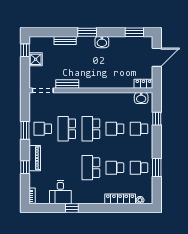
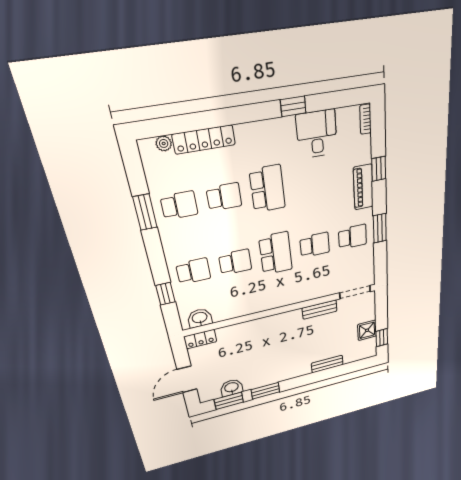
window: (87, 32) -> (265, 391), moved
washbasin: (102, 42) -> (232, 388), moved
school desk: (67, 129) -> (315, 245), width x0.54

